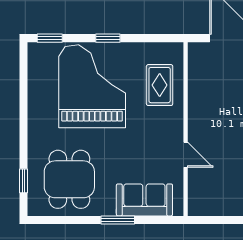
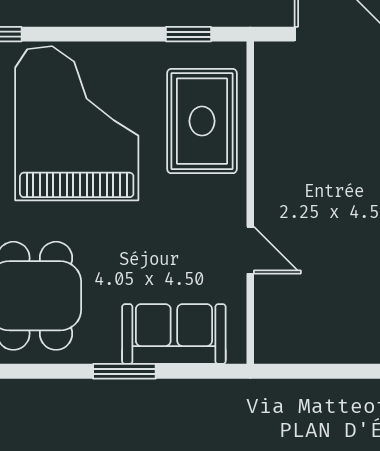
window: (108, 38) -> (188, 34), moved
rug: (160, 85) -> (202, 121), width x1.36, depth x1.43

